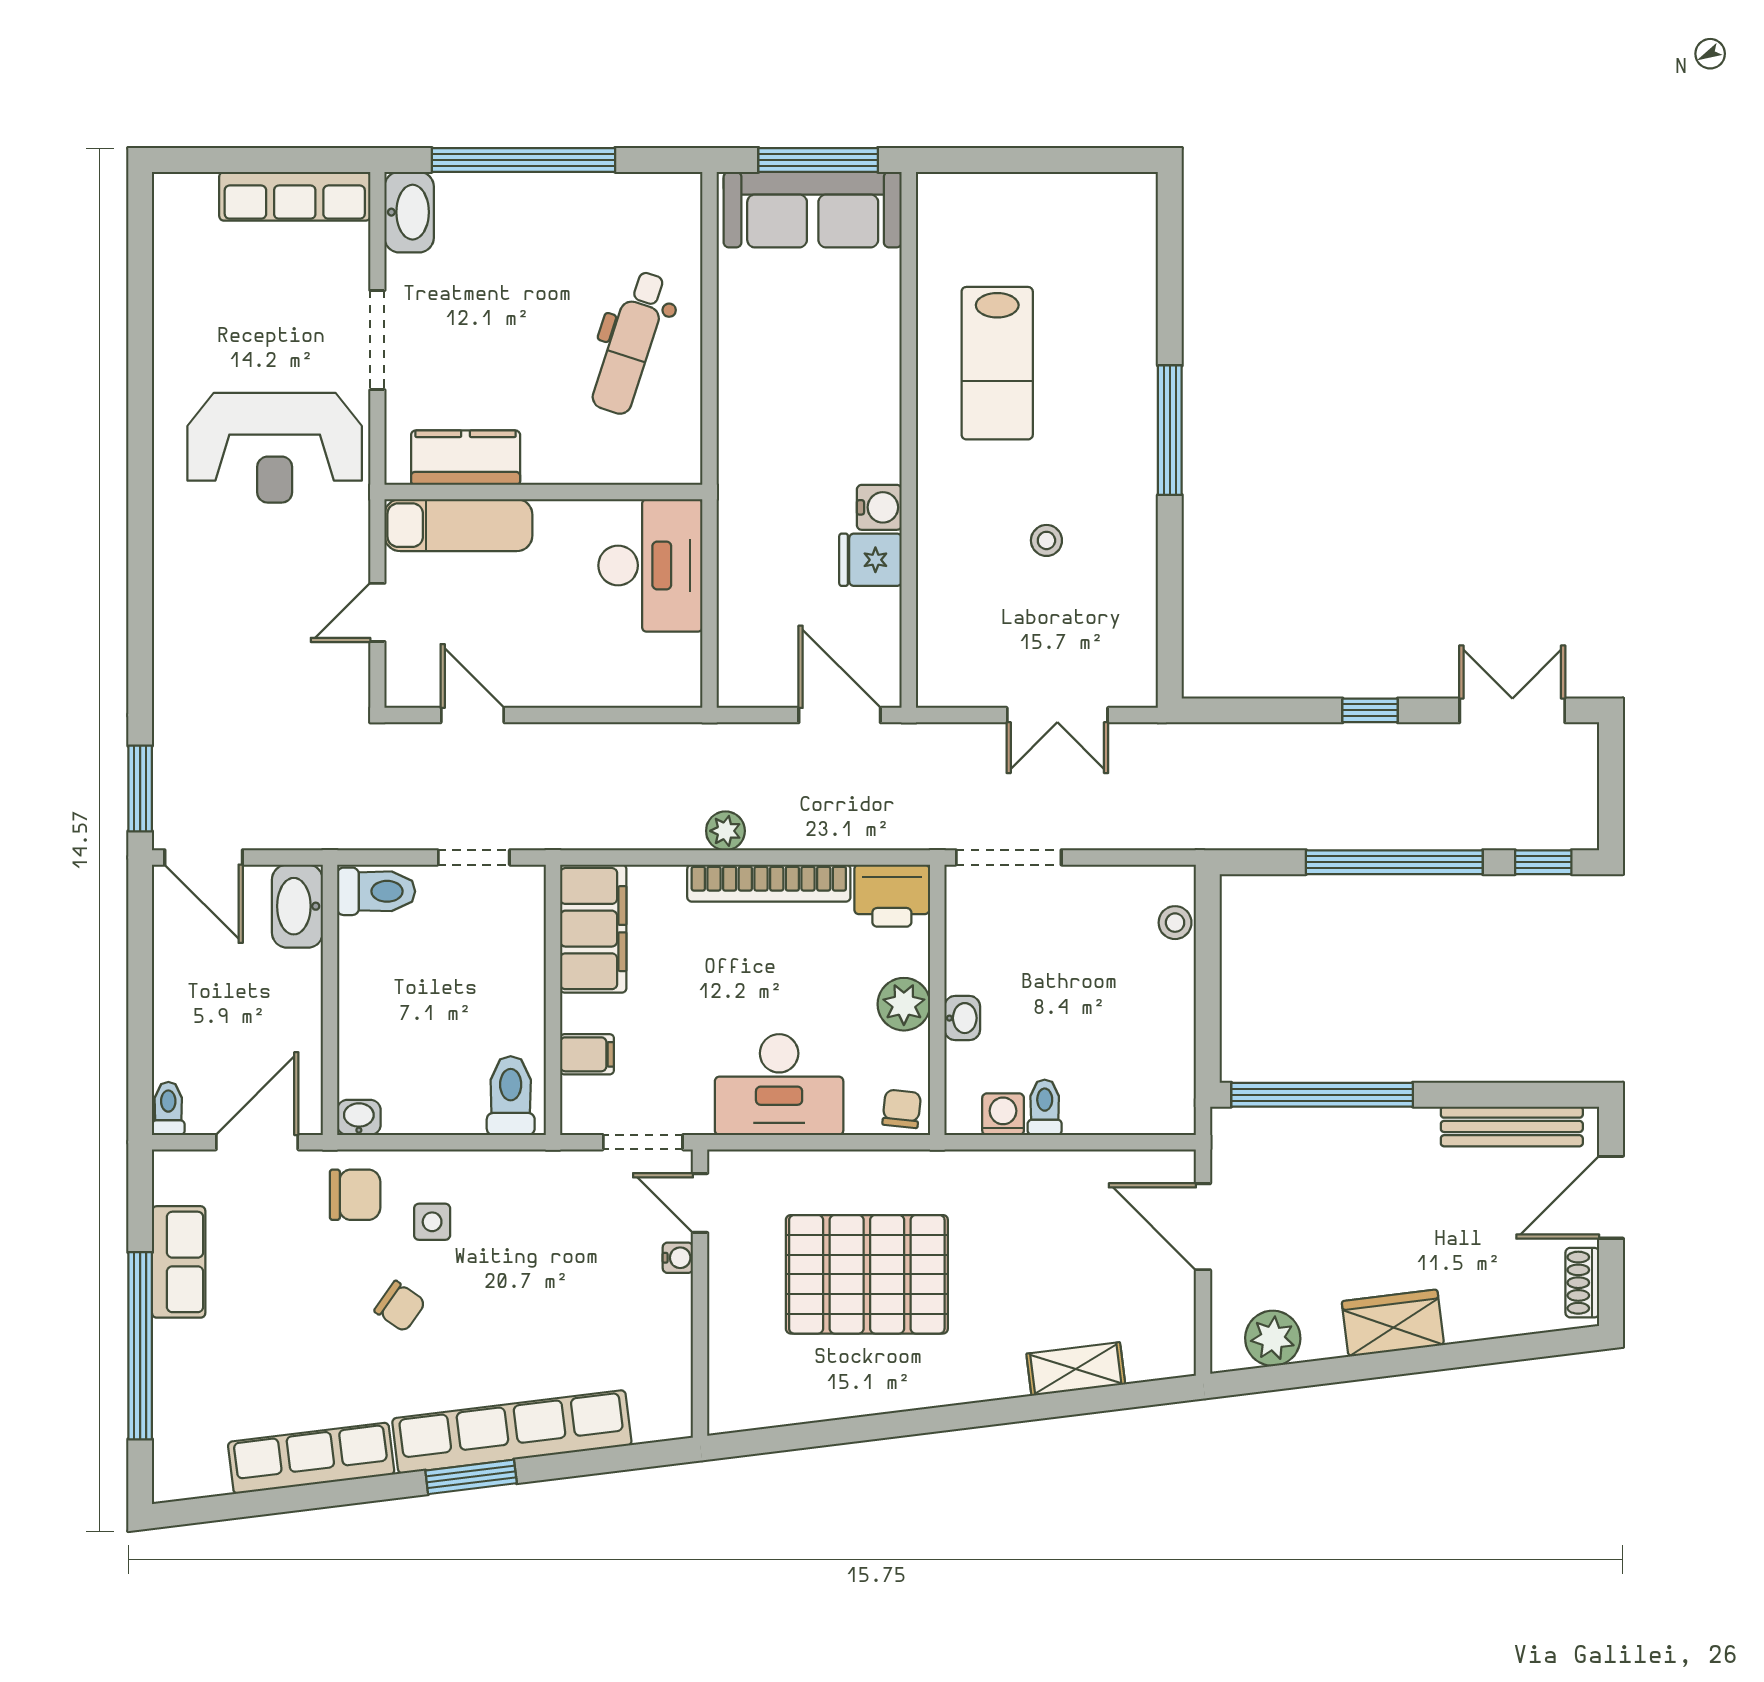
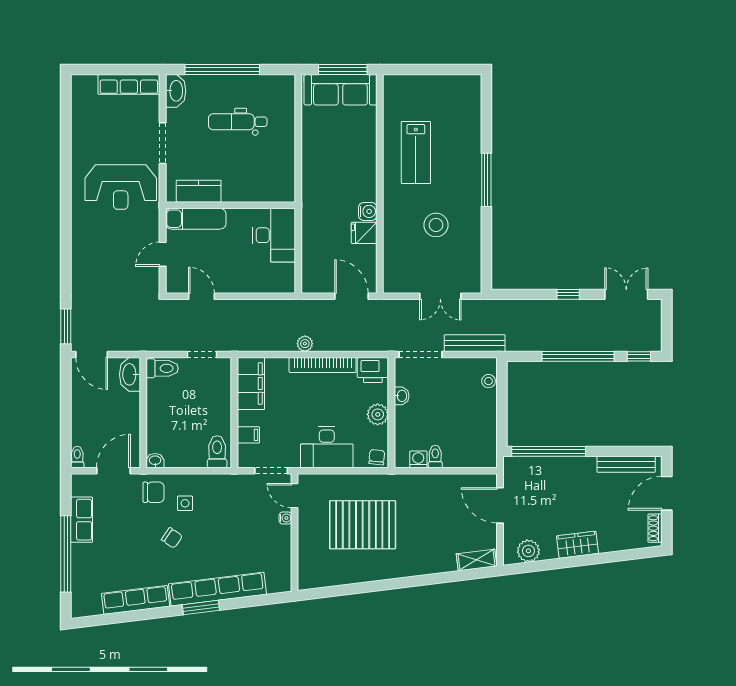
dental chair: (631, 343) -> (238, 122), moved, turned 72
stool: (1046, 540) -> (436, 225), width x1.89, depth x1.89
bench: (1141, 830) -> (475, 343), added
washbasin: (962, 1018) -> (402, 396), moved
shelving: (1076, 1369) -> (476, 560), moved

